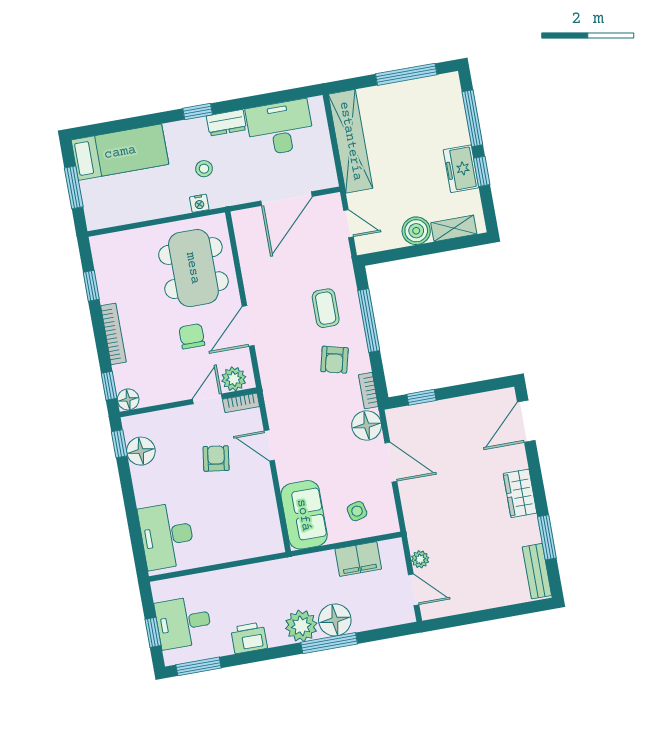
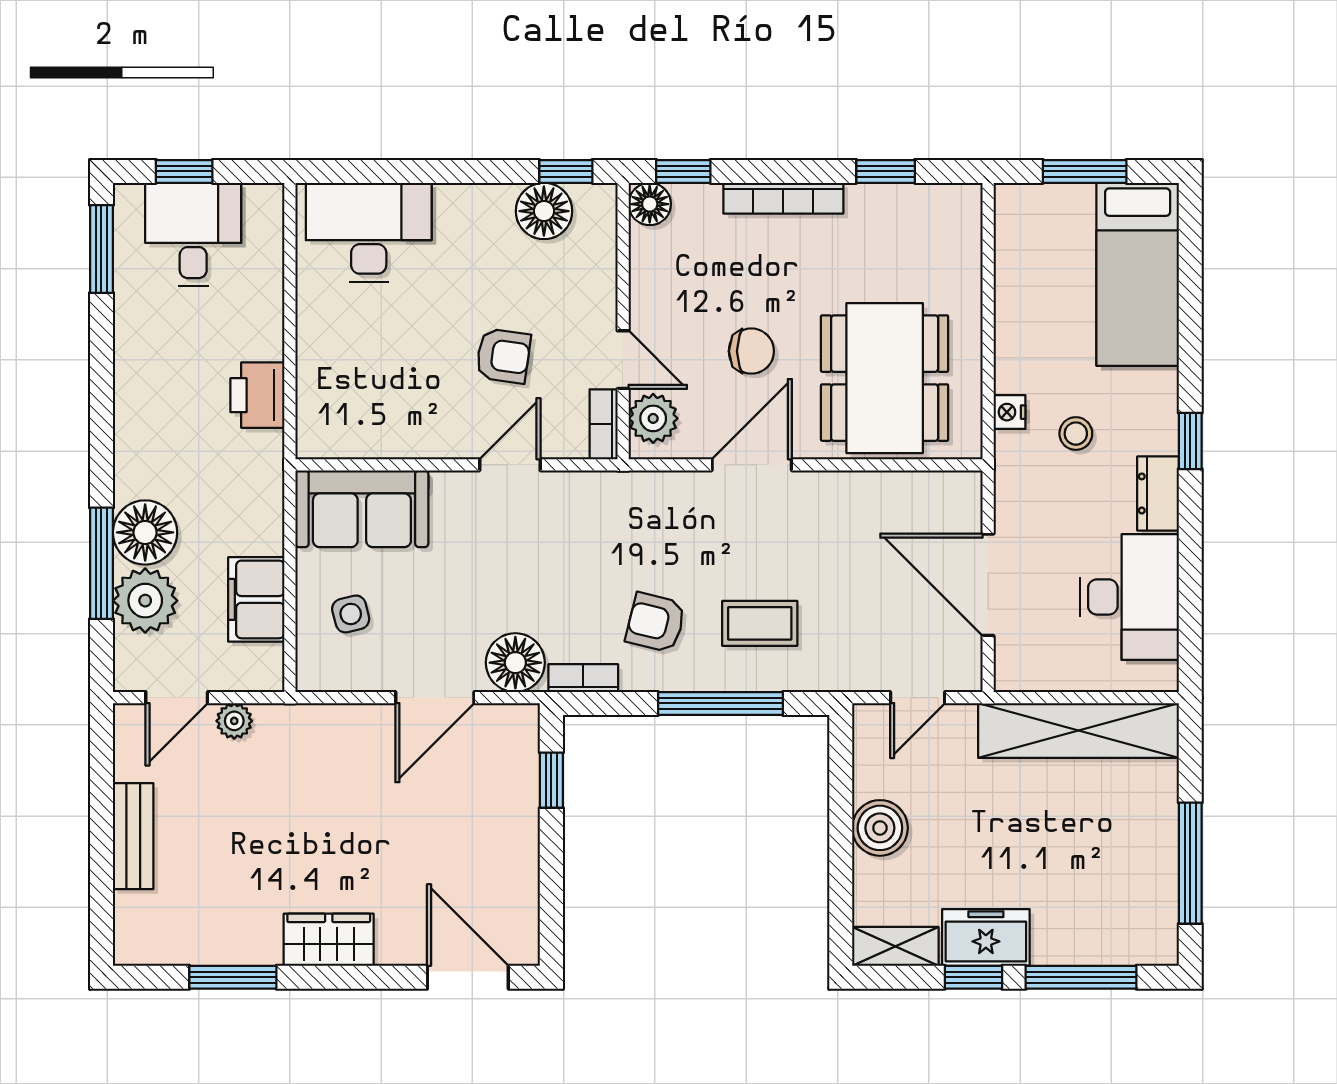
shelving: (454, 228) -> (895, 946), moved, turned 90
dining table: (193, 268) -> (885, 378), turned 90
door: (248, 326) -> (752, 465), hinge flipped
bench: (537, 571) -> (133, 836), moved, turned 90
plant: (301, 626) -> (145, 601), moved
printer: (249, 638) -> (257, 395), moved, turned 180
window: (329, 643) -> (101, 563), moved

